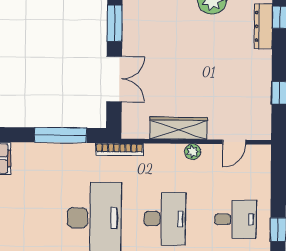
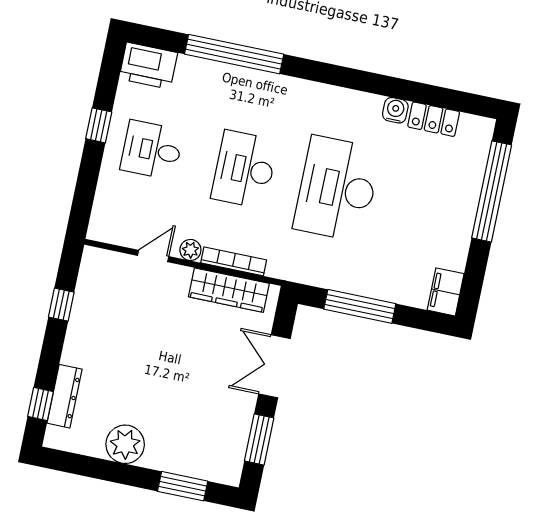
wardrobe: (179, 128) -> (229, 290), moved
door: (234, 142) -> (153, 256), moved
bookcase: (119, 149) -> (234, 261), moved

